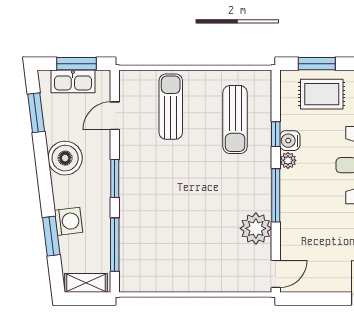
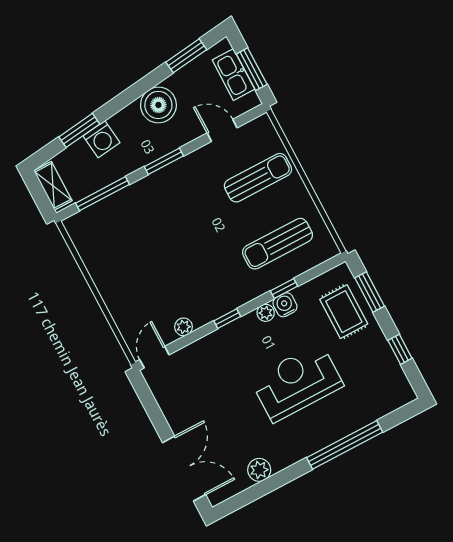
window: (276, 195) -> (227, 319), width x0.46
plant: (256, 228) -> (184, 327), width x0.53, depth x0.53
door: (276, 274) -> (154, 357), swing flipped

